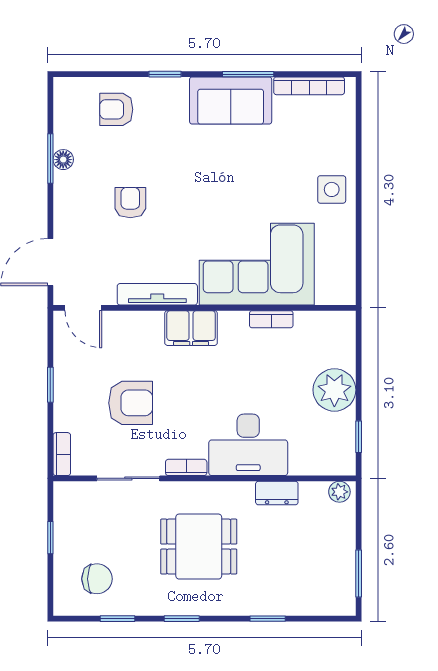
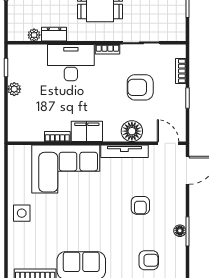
filing cabinet: (191, 328) -> (87, 131), moved
floor lamp: (145, 329) -> (132, 131), added
plant: (334, 390) -> (14, 89), width x0.53, depth x0.53
bookcase: (62, 454) -> (181, 71), moved
plant: (339, 492) -> (34, 35), moved

